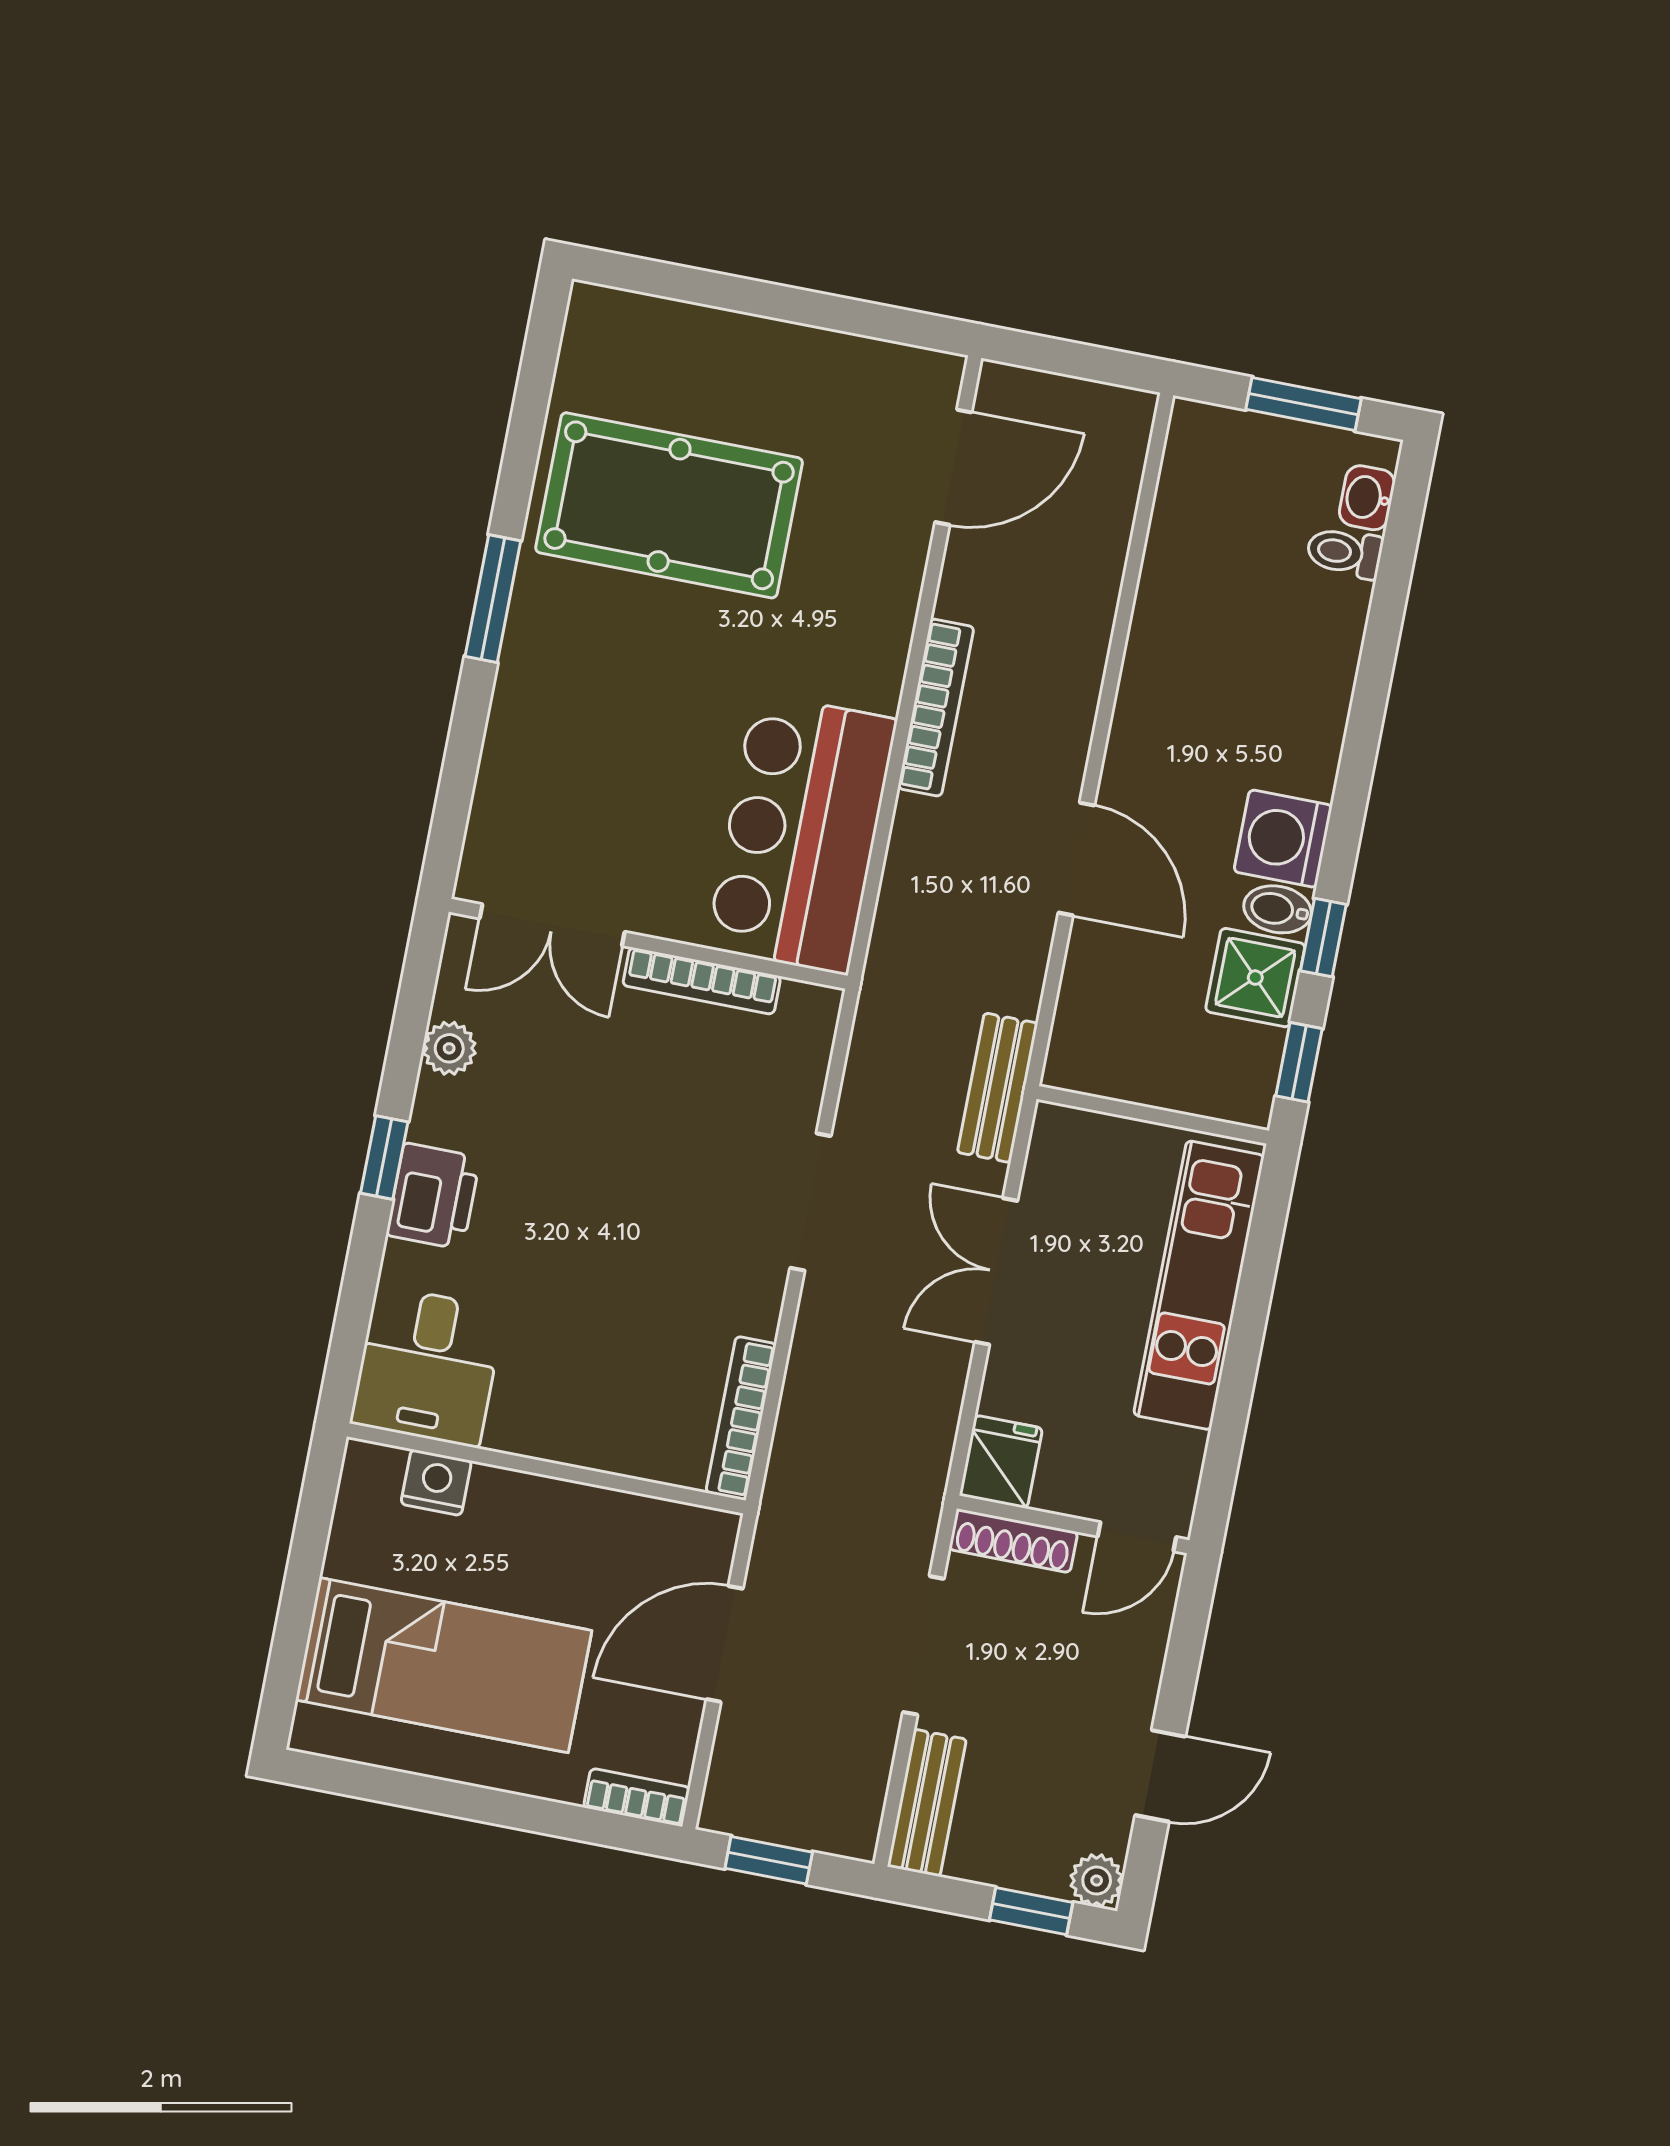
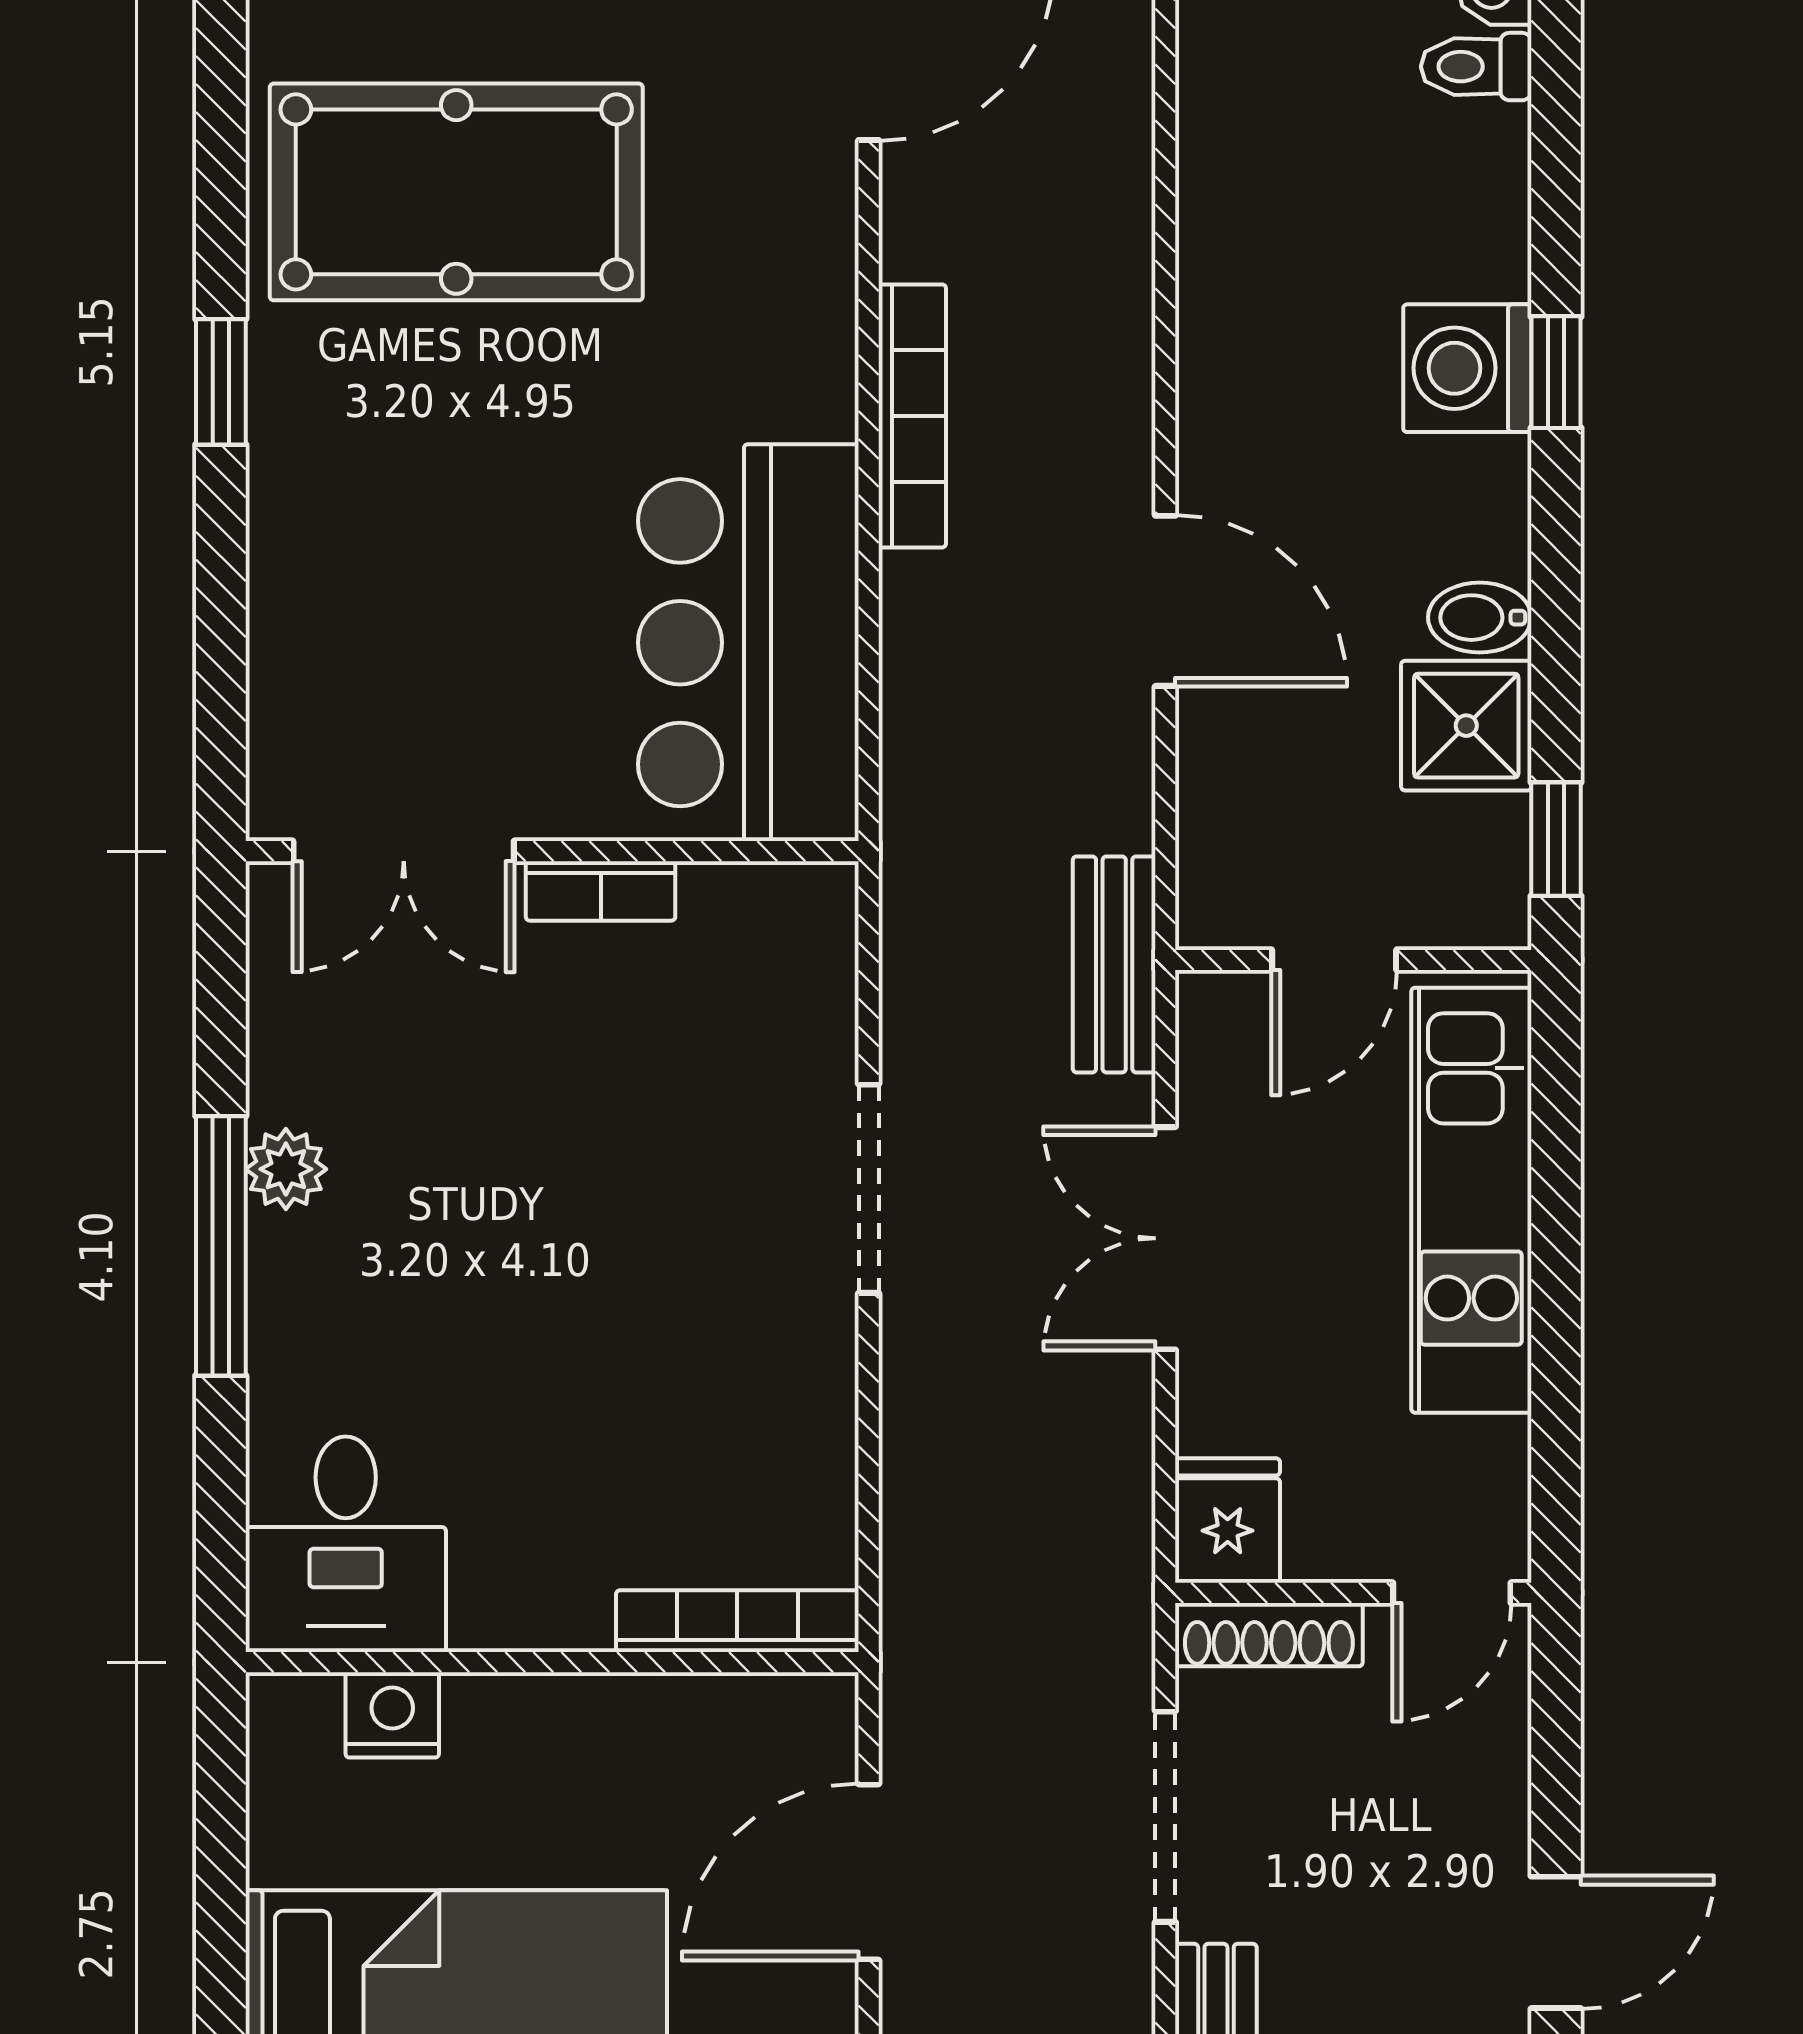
window: (493, 599) -> (221, 382), width x0.67
washing machine: (1283, 839) -> (1467, 368), moved
window: (1323, 938) -> (1556, 372), moved
bookcase: (702, 981) -> (601, 891), width x0.64
plant: (449, 1048) -> (286, 1169), moved
door: (1140, 1112) -> (1334, 960), added
window: (384, 1157) -> (221, 1246), width x2.17
printer: (433, 1196) -> (305, 1289), removed
bookcase: (741, 1418) -> (737, 1621), moved, turned 90

